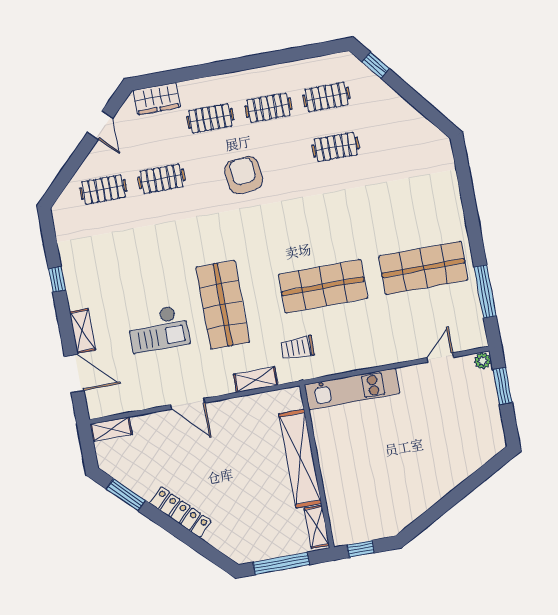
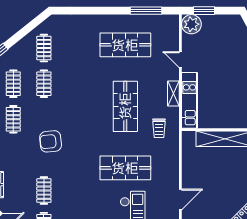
clothes rail: (210, 118) -> (44, 48), moved
shop shelf: (423, 268) -> (125, 45), turned 90
door: (440, 357) -> (180, 60), moved
plant: (483, 361) -> (191, 24), width x1.88, depth x1.88
shelving: (256, 380) -> (173, 94), moved

